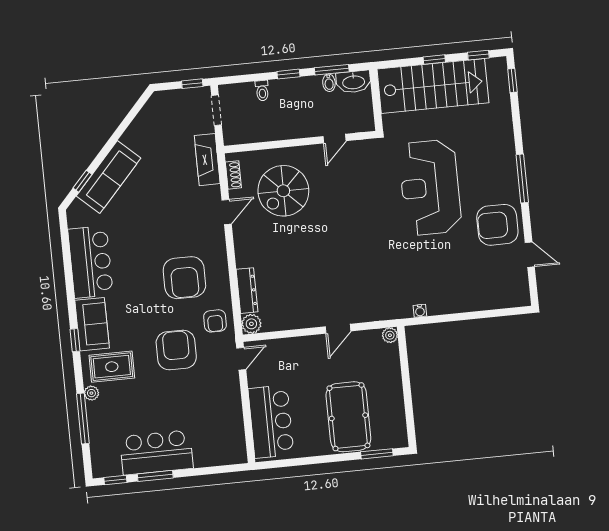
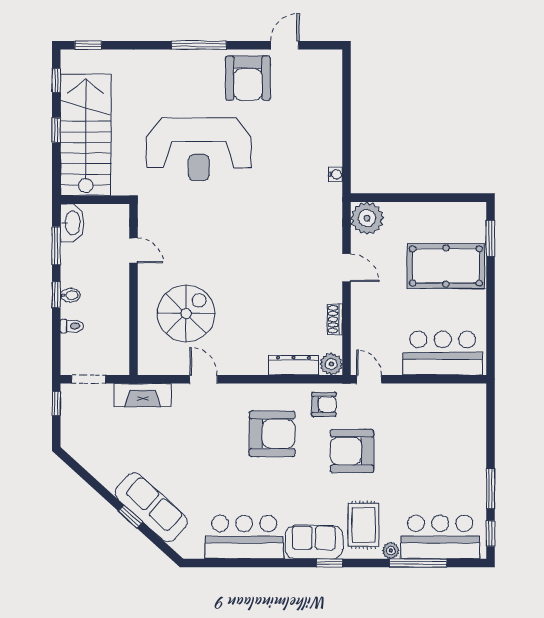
bidet: (329, 83) -> (70, 295), moved
shoe rack: (233, 175) -> (335, 319), moved, turned -90
window: (82, 181) -> (130, 517), moved
spiral stairs: (283, 191) -> (186, 313), turned -90
plant: (390, 335) -> (367, 218), width x1.87, depth x1.87
bar counter: (156, 452) -> (440, 537), moved, turned 90

